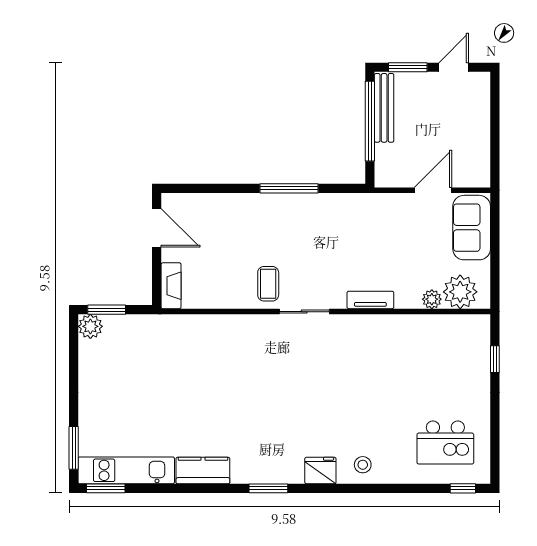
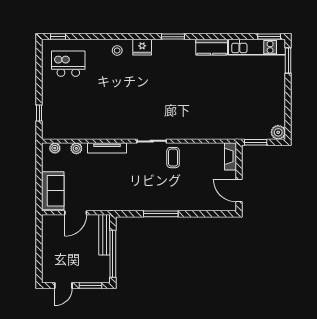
bench: (384, 108) -> (105, 235), moved
plant: (460, 292) -> (55, 148), width x0.53, depth x0.53
tv unit: (370, 300) -> (107, 148), width x1.41
window: (107, 310) -> (256, 142), moved

